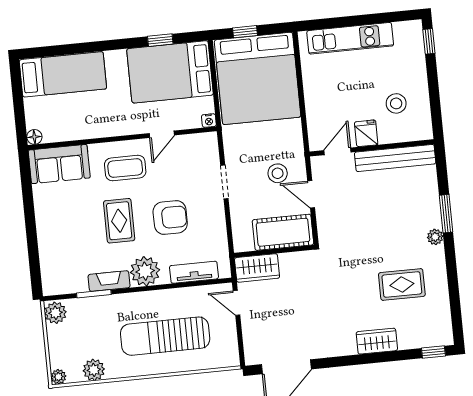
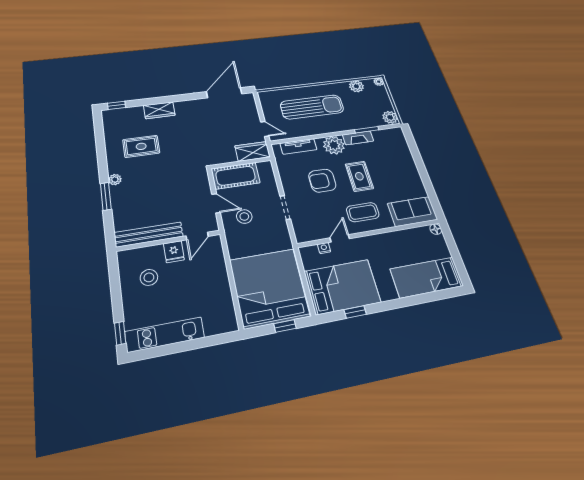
kitchen unit: (350, 38) -> (165, 334), moved
nightstand: (209, 121) -> (324, 248), moved

